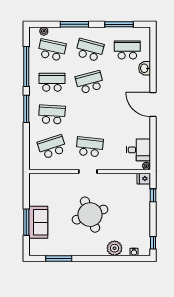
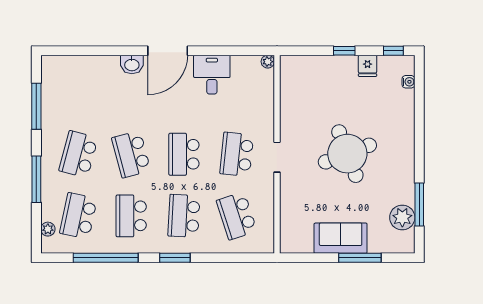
school desk: (127, 50) -> (184, 154), moved
washbasin: (145, 68) -> (132, 64), moved
window: (26, 109) -> (175, 258), width x0.69
desk: (138, 150) -> (212, 75), moved
fridge: (144, 179) -> (368, 66), moved
window: (153, 195) -> (344, 51), moved
sofa: (38, 222) -> (341, 238), moved
plant: (115, 248) -> (402, 217), moved

